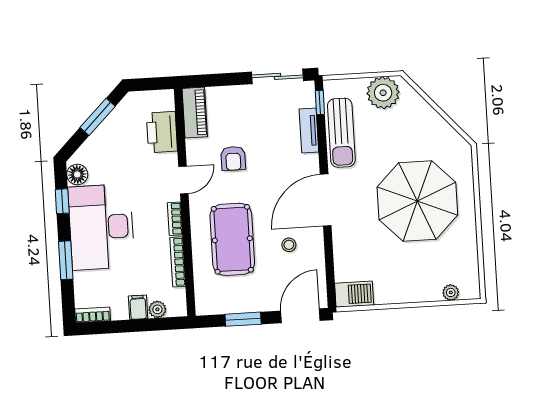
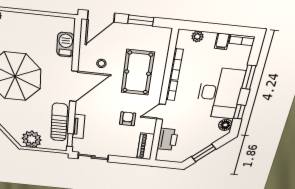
barbecue: (354, 294) -> (66, 45), moved, turned 90
filing cabinet: (138, 307) -> (222, 41), moved

